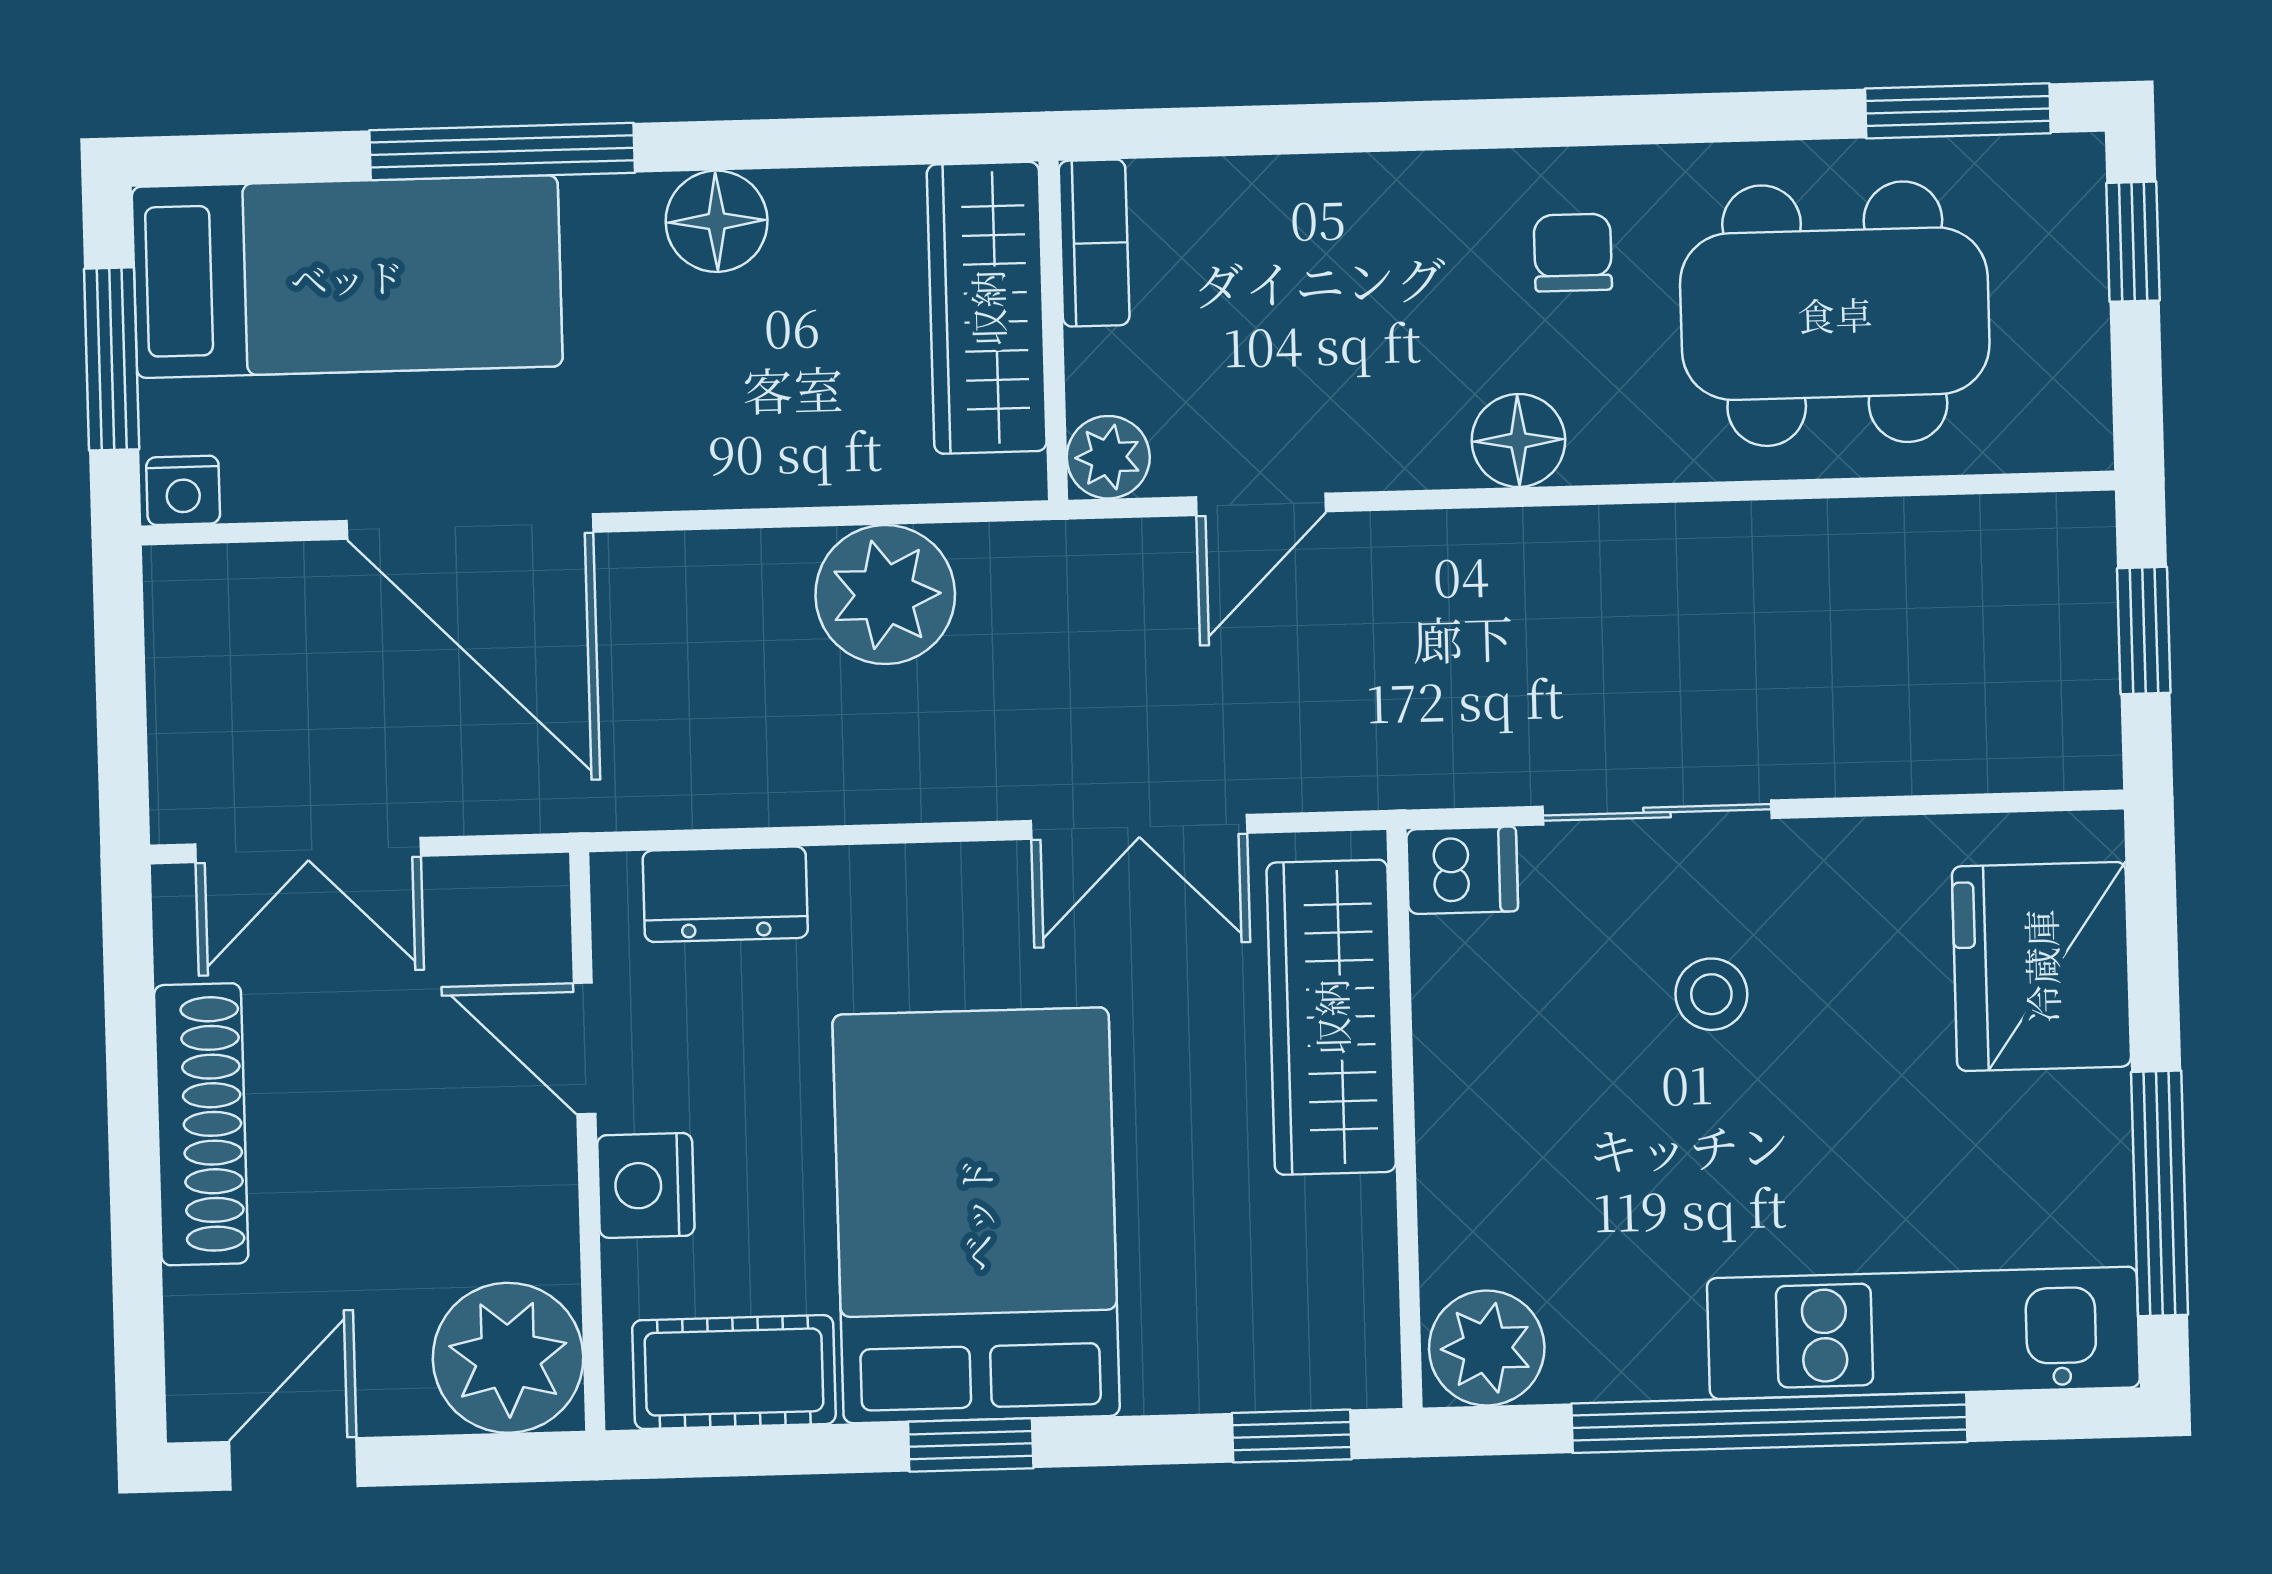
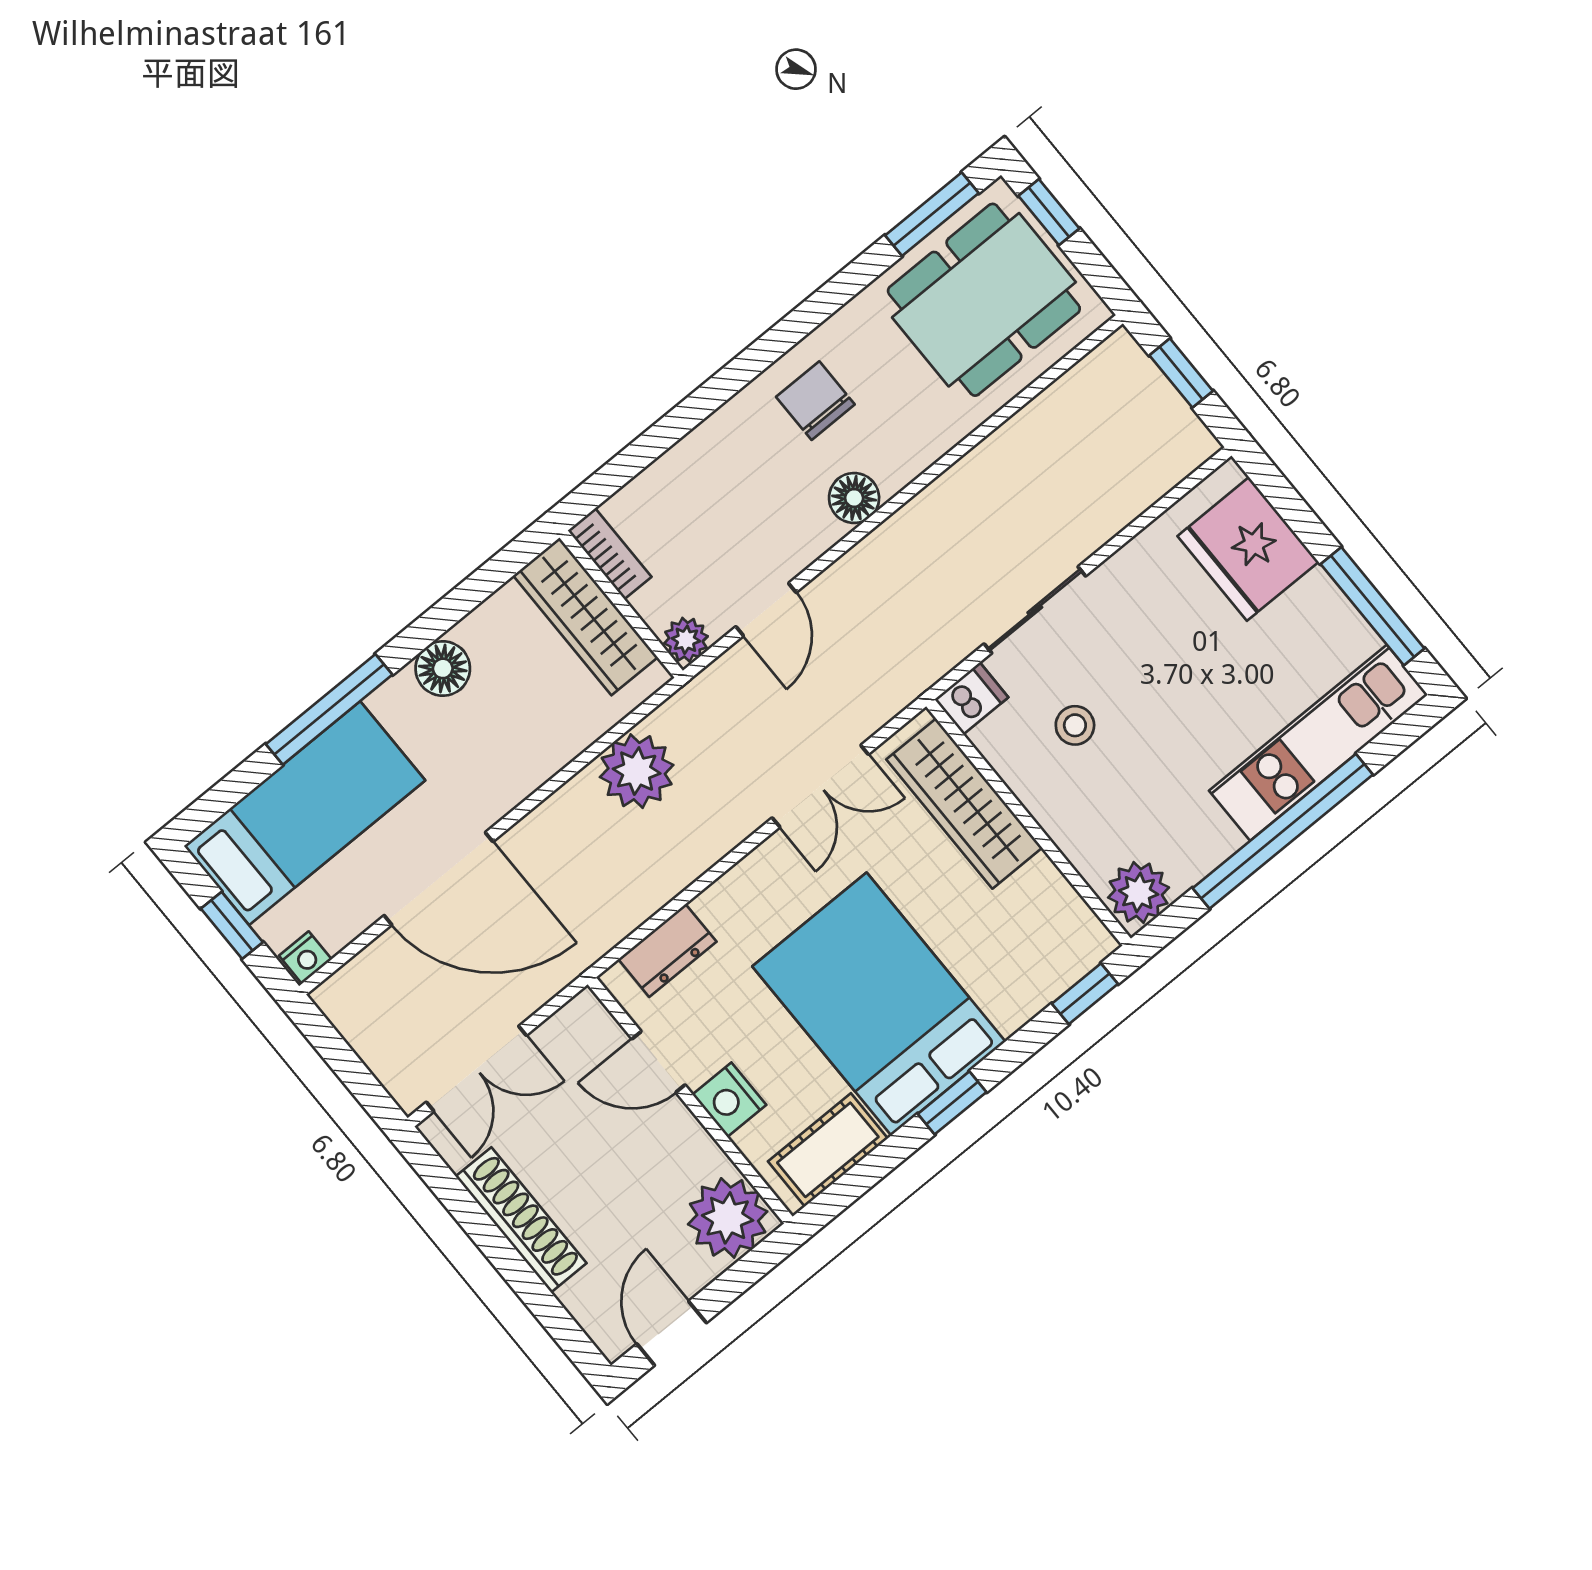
chair: (1573, 253) -> (815, 401), width x1.37, depth x1.37
dining table: (1835, 314) -> (984, 300), moved
window: (112, 359) -> (232, 925), width x0.67
stool: (1711, 994) -> (1075, 725), moved

